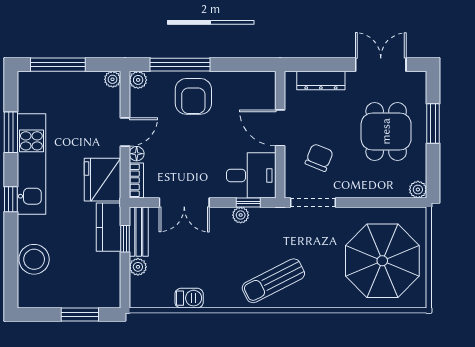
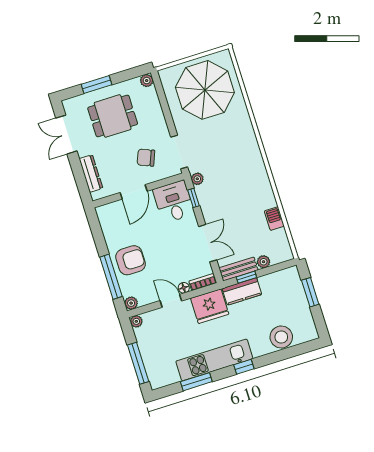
plant: (241, 215) -> (197, 179), moved
sun lounger: (273, 281) -> (243, 163), removed

